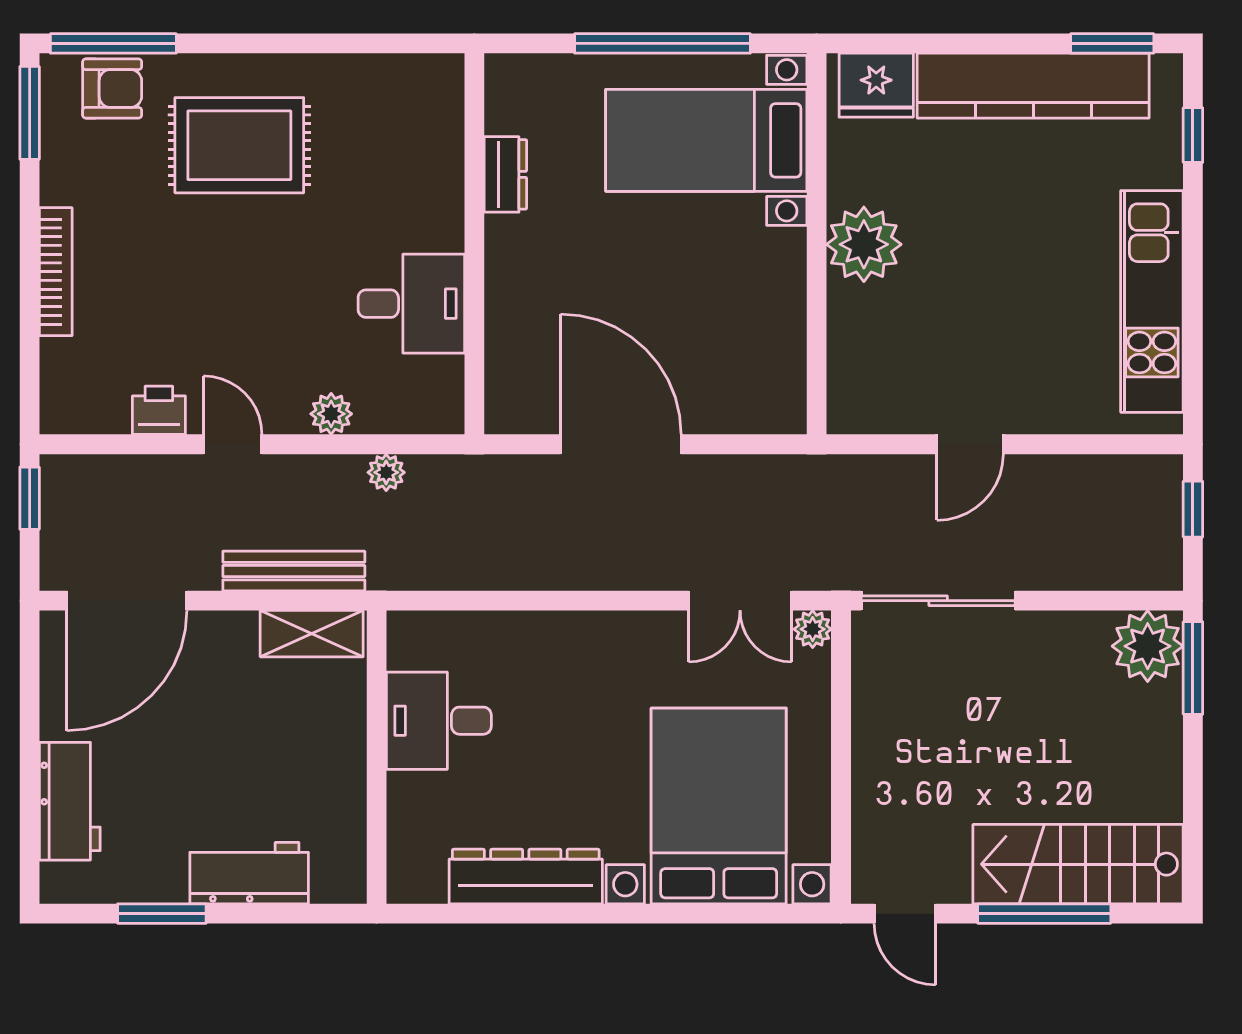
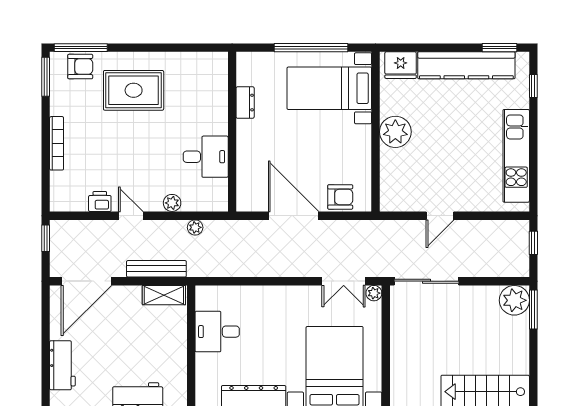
armchair: (732, 400) -> (340, 197), added

